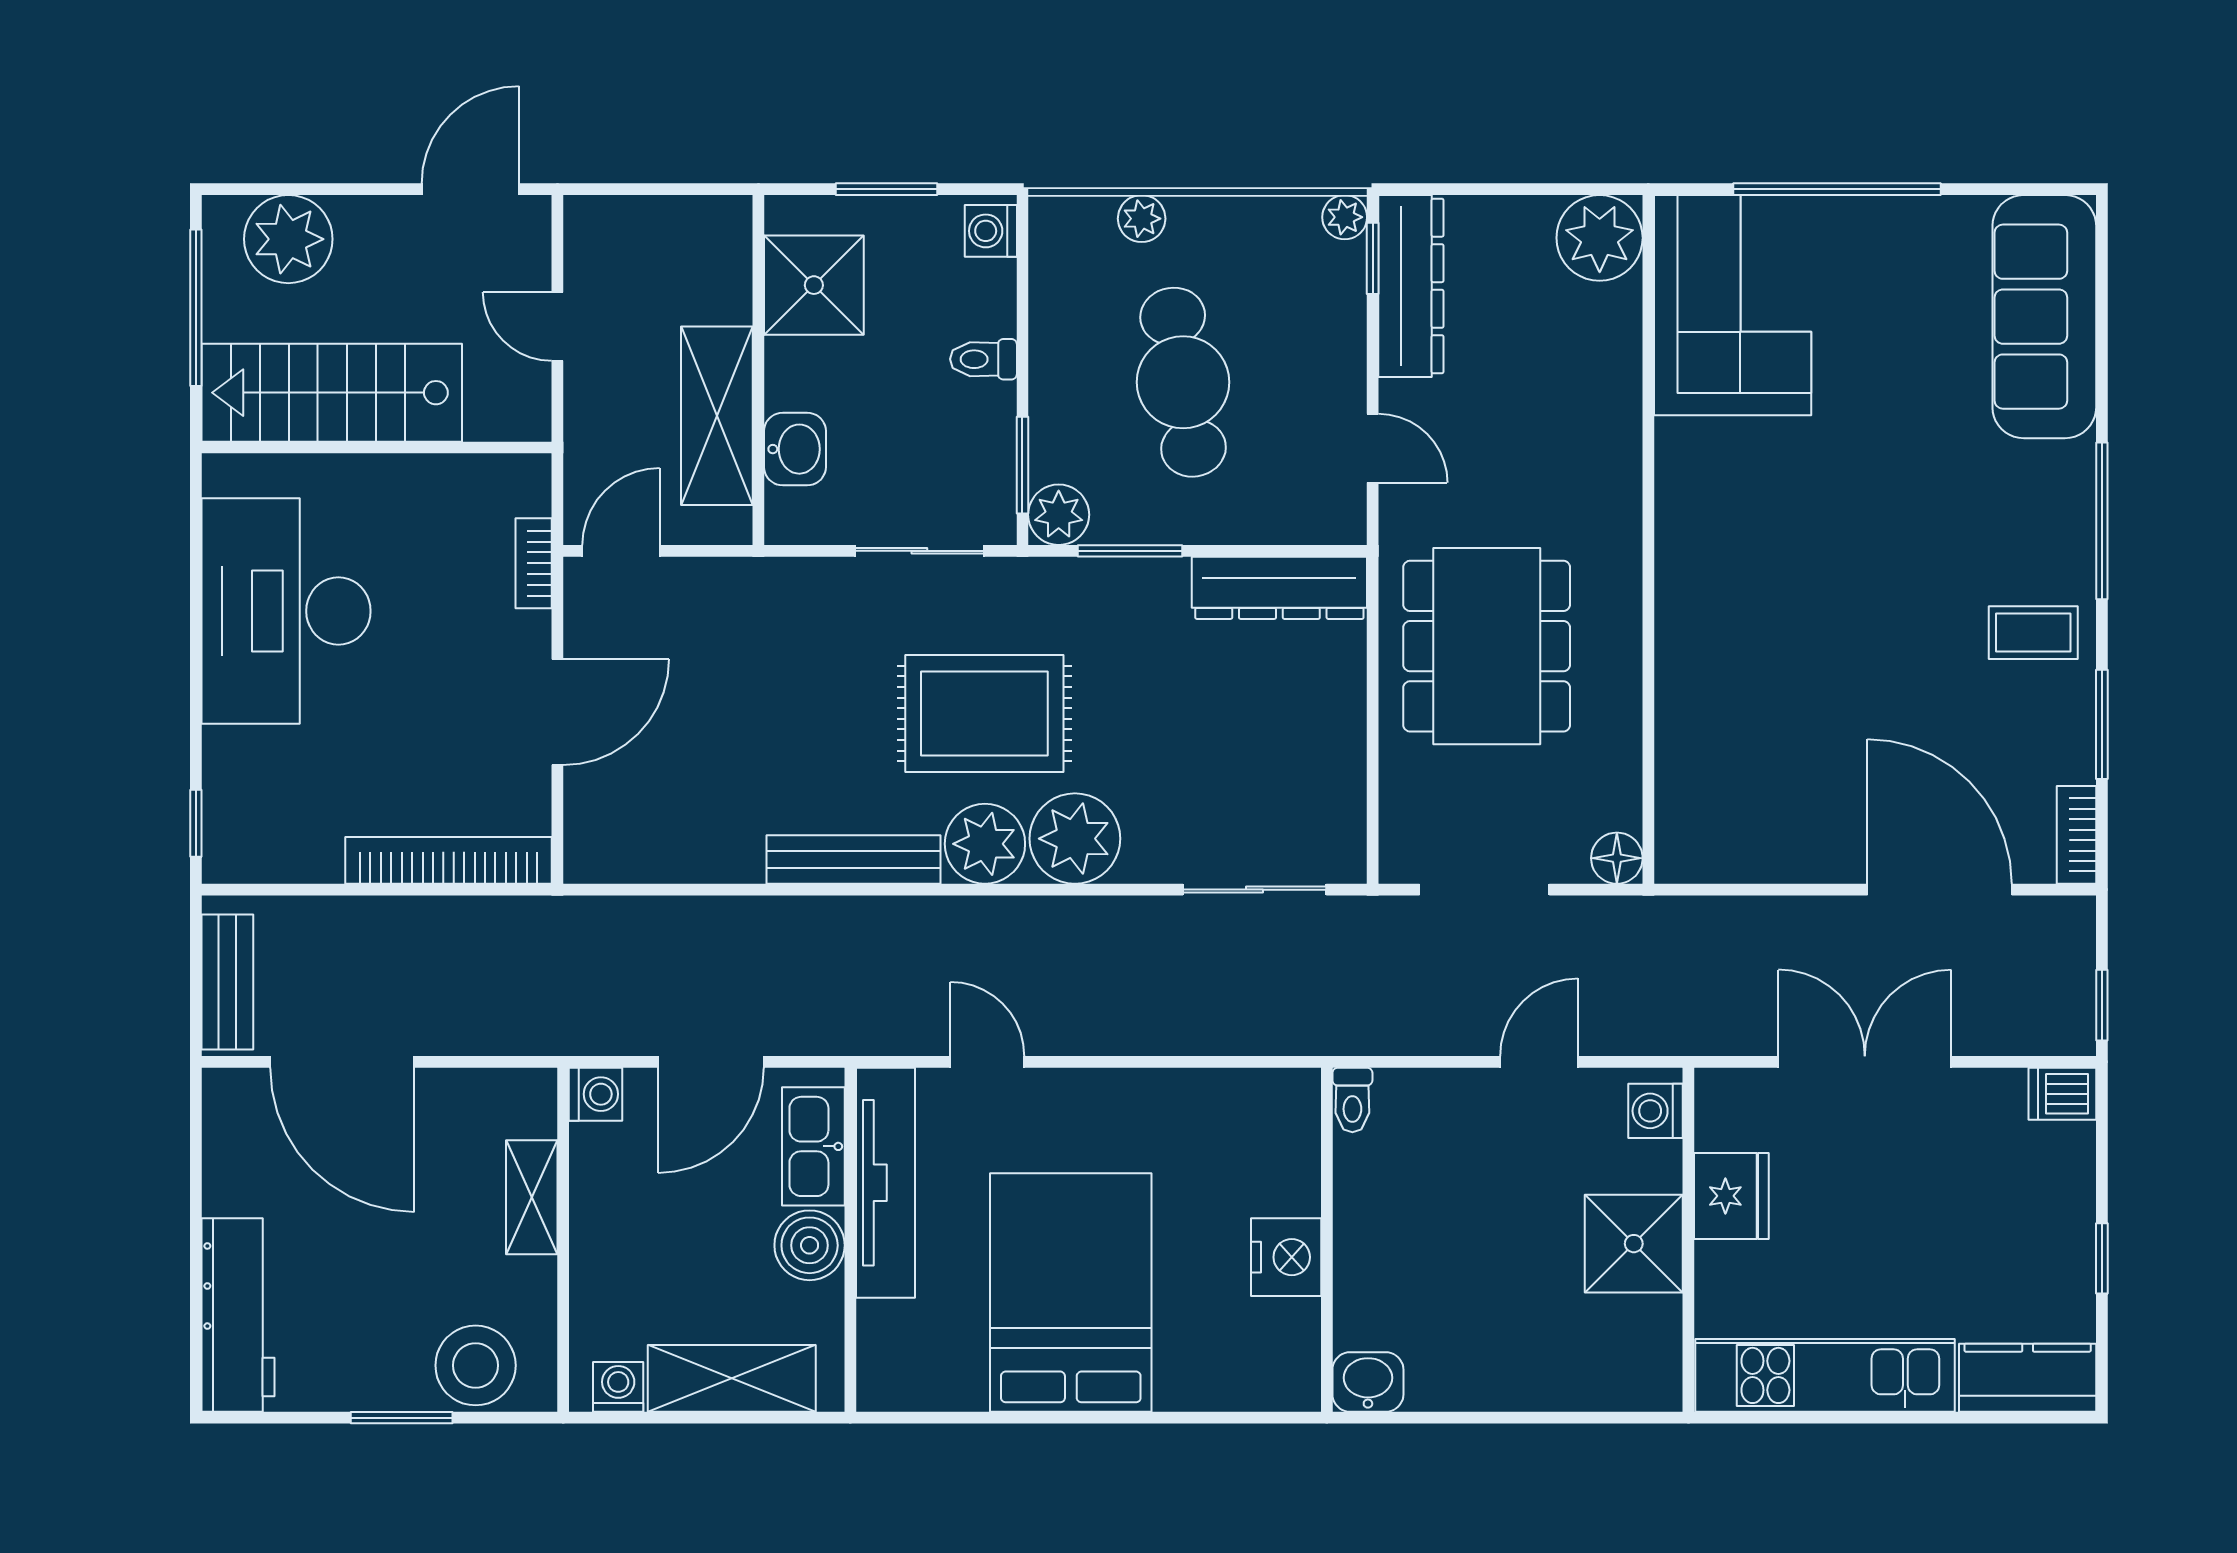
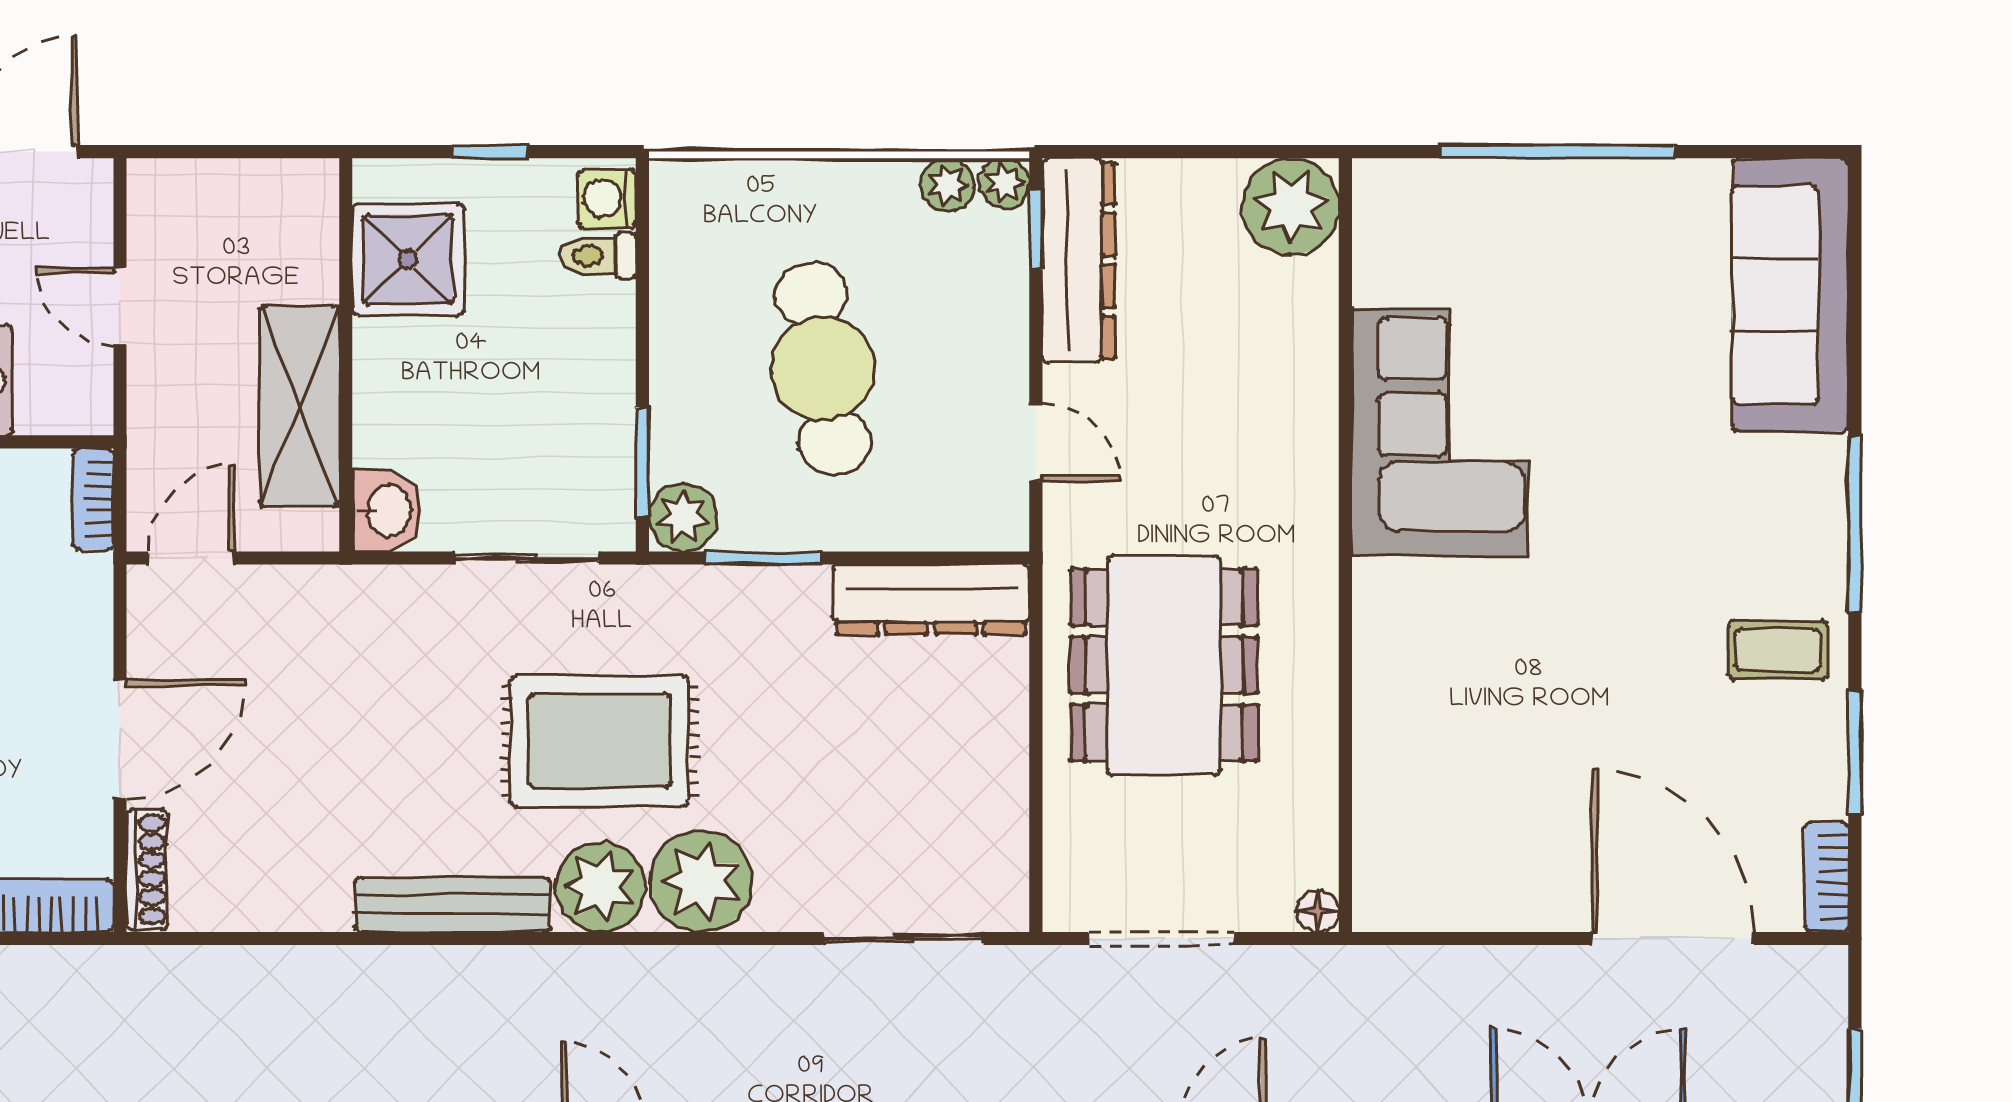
window: (886, 189) -> (490, 152), width x0.67
plant: (1142, 219) -> (948, 185), moved
corner sofa: (1733, 305) -> (1440, 432), moved
toilet: (983, 359) -> (599, 256), moved
washbasin: (795, 449) -> (387, 511), moved
bookcase: (534, 563) -> (93, 499), moved
shoe rack: (582, 828) -> (147, 869), added
floor lamp: (1617, 858) -> (1318, 911), width x0.73, depth x0.73

